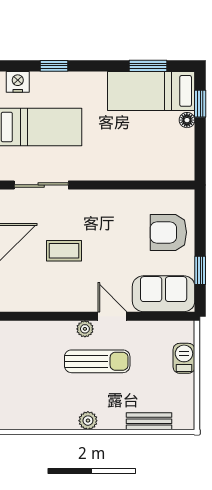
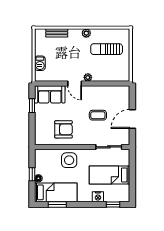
window: (54, 66) -> (113, 204), moved
nightstand: (18, 82) -> (98, 197), moved
window: (200, 104) -> (32, 174), moved
side table: (124, 158) -> (69, 160), added
armchair: (168, 232) -> (63, 129), moved
sun lounger: (97, 361) -> (107, 49), moved

